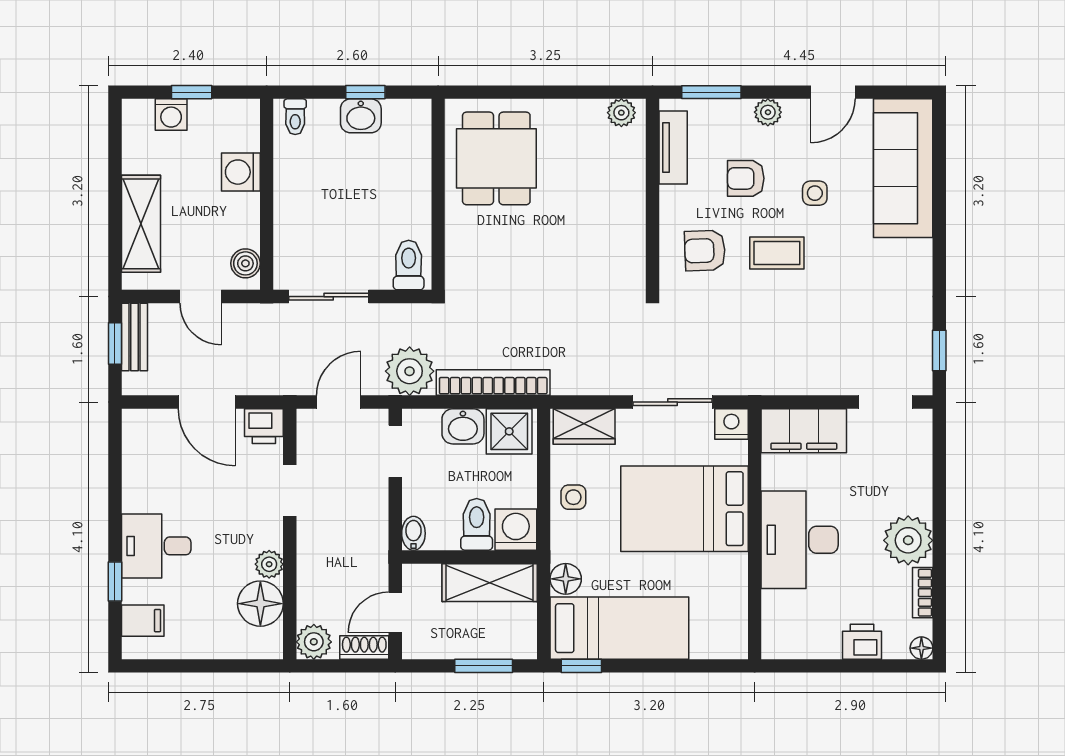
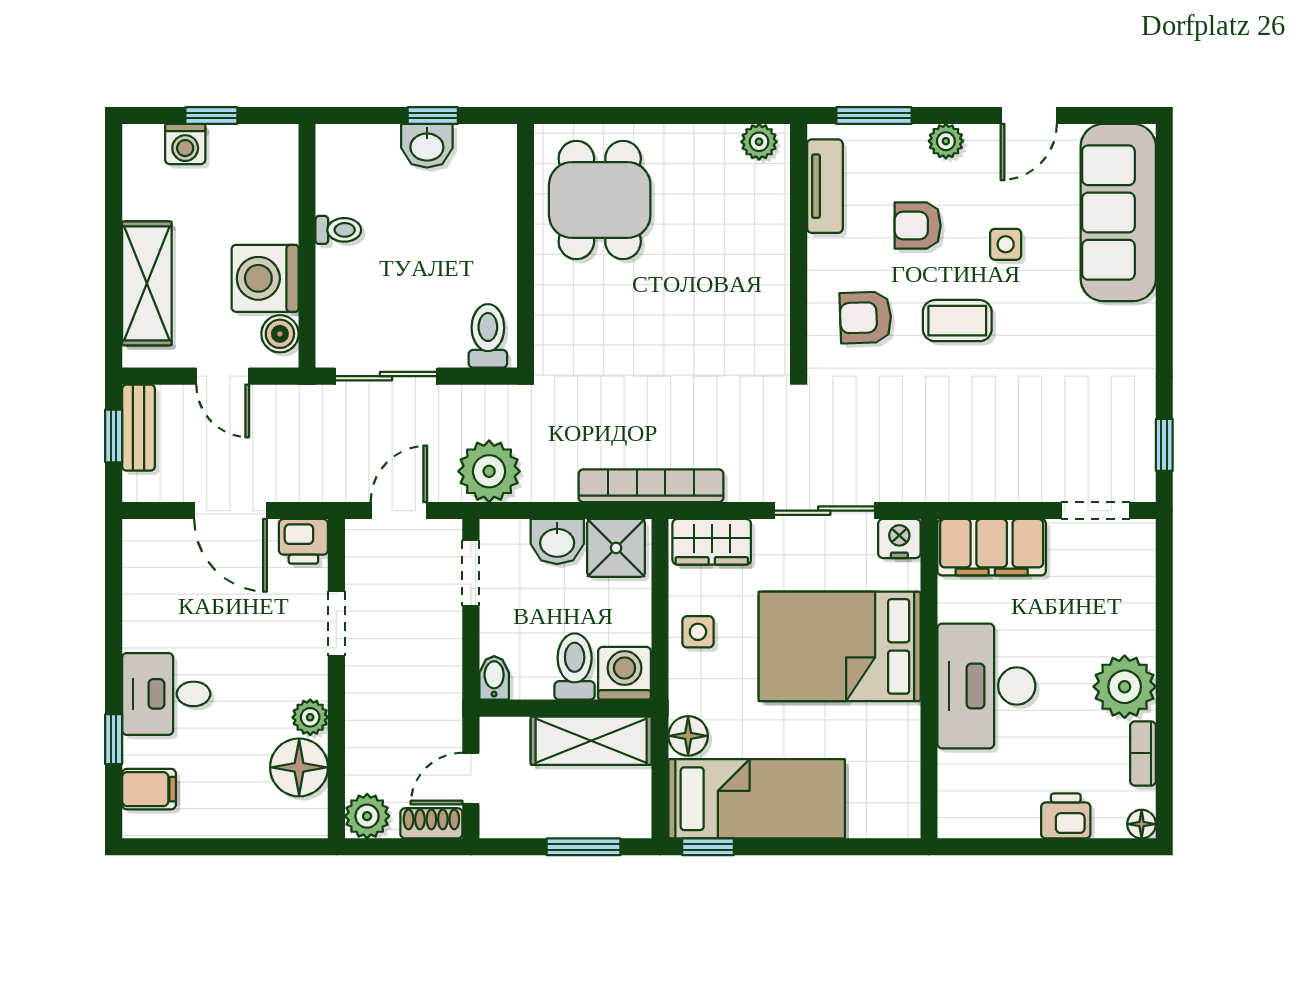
toilet: (295, 117) -> (338, 230), moved, turned -90
washing machine: (241, 172) -> (265, 278), moved, width x1.37, depth x1.37
bookcase: (493, 383) -> (651, 486), moved

